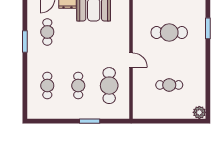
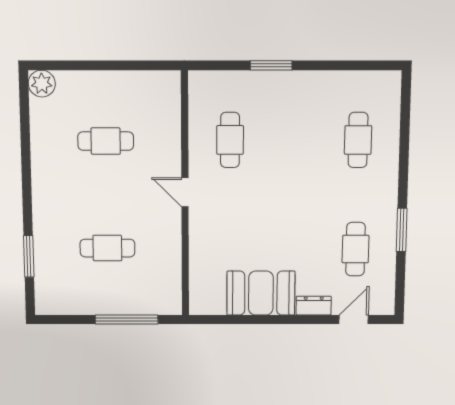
cafe table: (169, 32) -> (107, 248), width x0.73, depth x0.74
cafe table: (78, 86) -> (294, 140), removed
cafe table: (109, 86) -> (230, 140), width x0.73, depth x0.74

